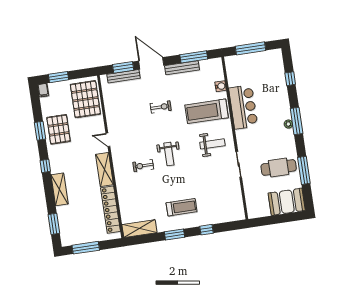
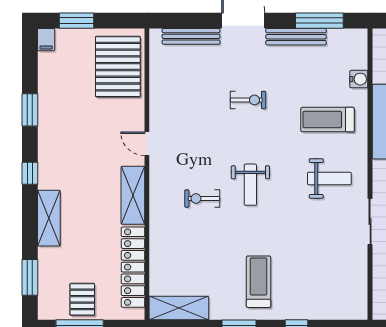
window: (123, 67) -> (192, 21), removed
treadmill: (207, 111) -> (328, 120), width x0.73, depth x0.73
pallet: (59, 129) -> (82, 299), moved, width x0.67, depth x0.71
treadmill: (182, 207) -> (259, 282), turned -90

